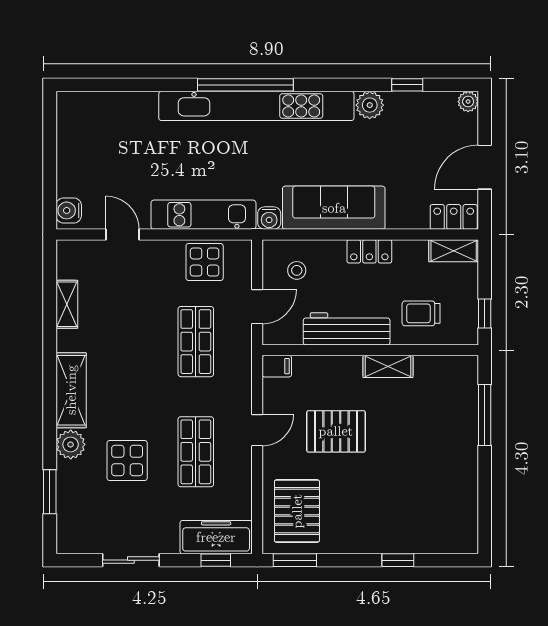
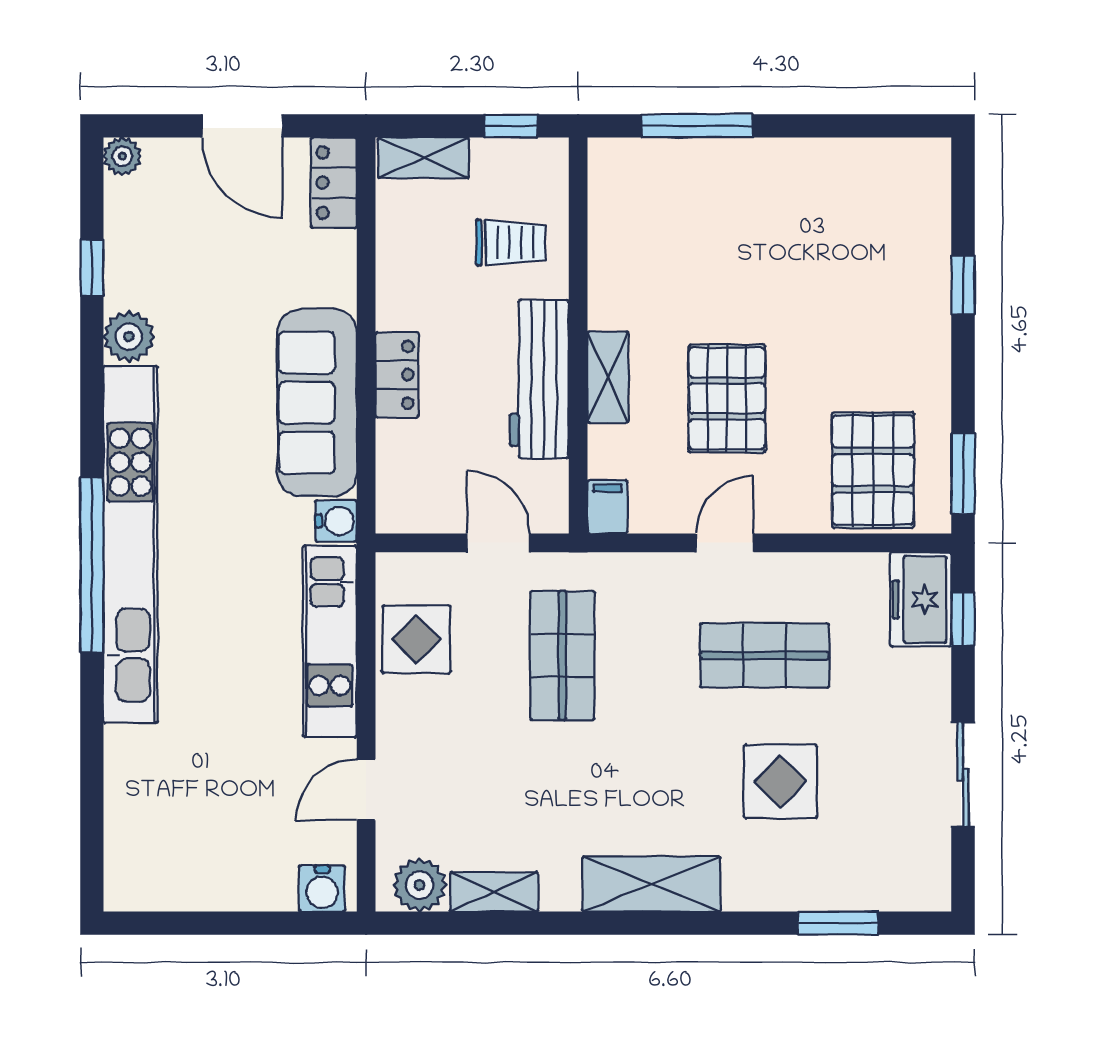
locker: (369, 251) -> (397, 375), moved
shelving: (454, 251) -> (423, 158), moved, turned 90
stool: (297, 270) -> (432, 470), removed
trolley: (421, 313) -> (511, 242), turned -90
shop shelf: (196, 342) -> (562, 655), turned 90
shelving: (388, 366) -> (608, 377), moved
door: (257, 430) -> (725, 543), hinge flipped
plant: (71, 444) -> (420, 885), moved
pallet: (297, 511) -> (873, 470), turned 90
freezer: (216, 537) -> (921, 599), width x0.71

